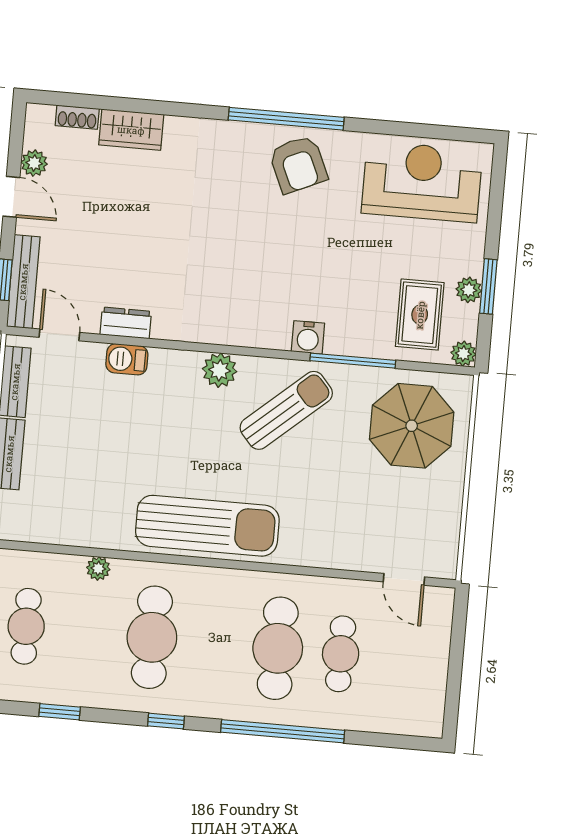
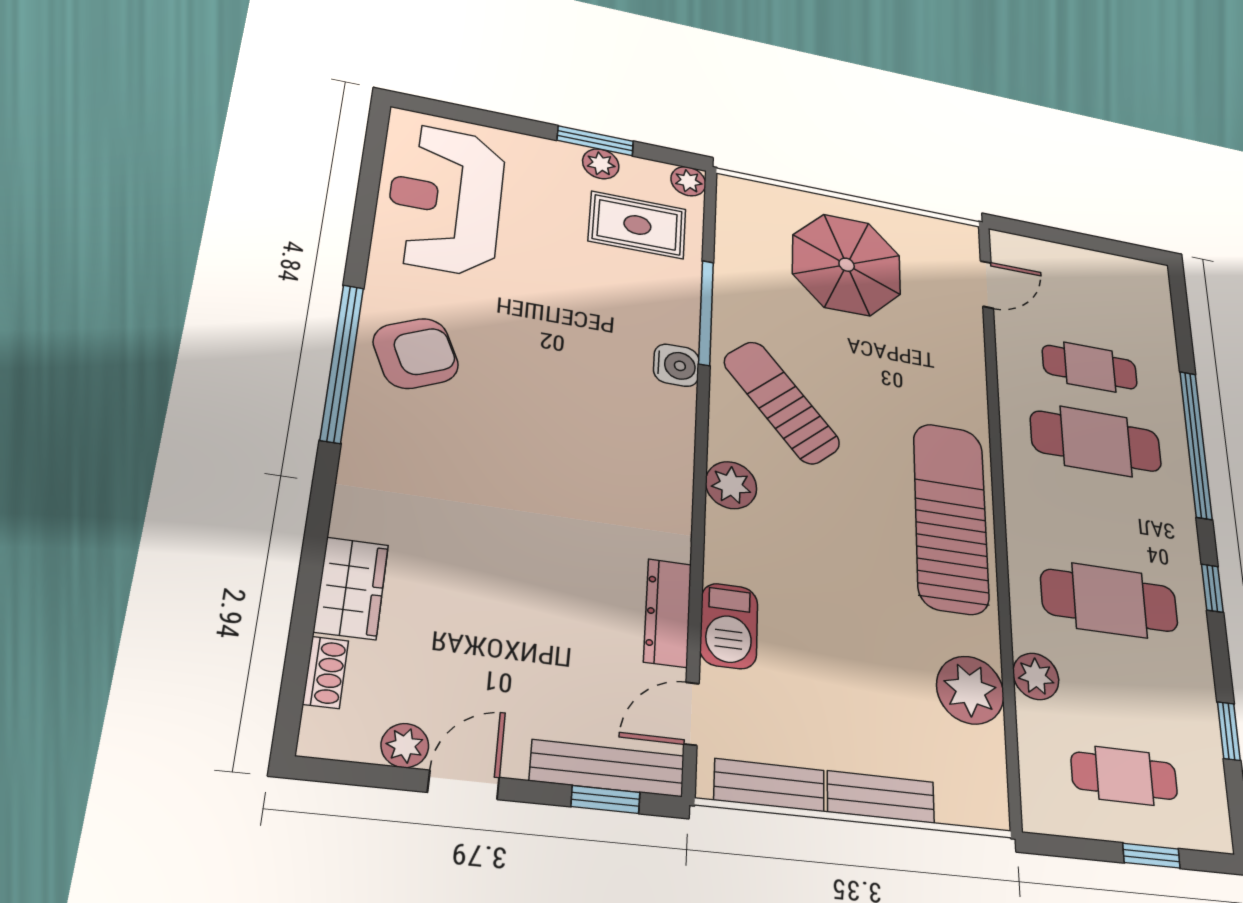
dresser: (126, 323) -> (668, 613), width x1.44
barbecue: (127, 359) -> (729, 626), width x1.38, depth x1.27
parasol: (412, 426) -> (847, 265), moved
plant: (82, 524) -> (970, 690), added
plant: (98, 568) -> (1036, 676), width x1.38, depth x1.38

